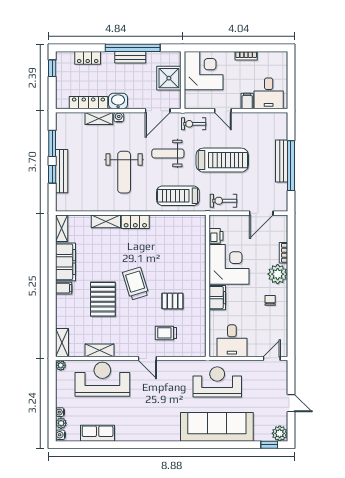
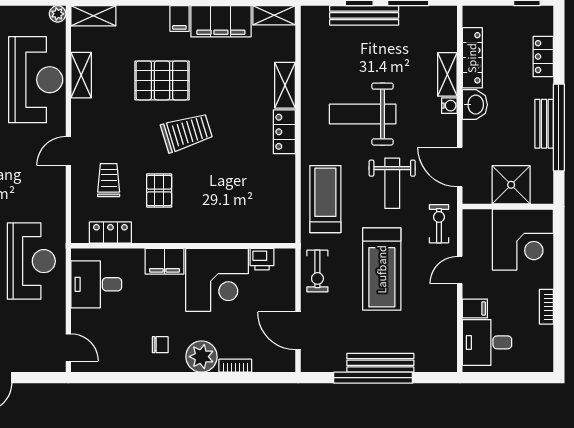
weight bench: (168, 153) -> (392, 183), turned 180
exercise bike: (223, 201) -> (317, 271), turned 180
locker: (199, 332) -> (110, 233), added

